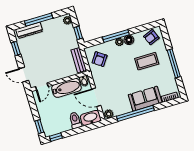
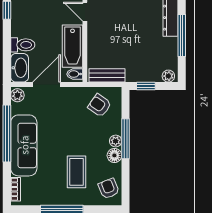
sofa: (145, 99) -> (24, 145), width x1.36

